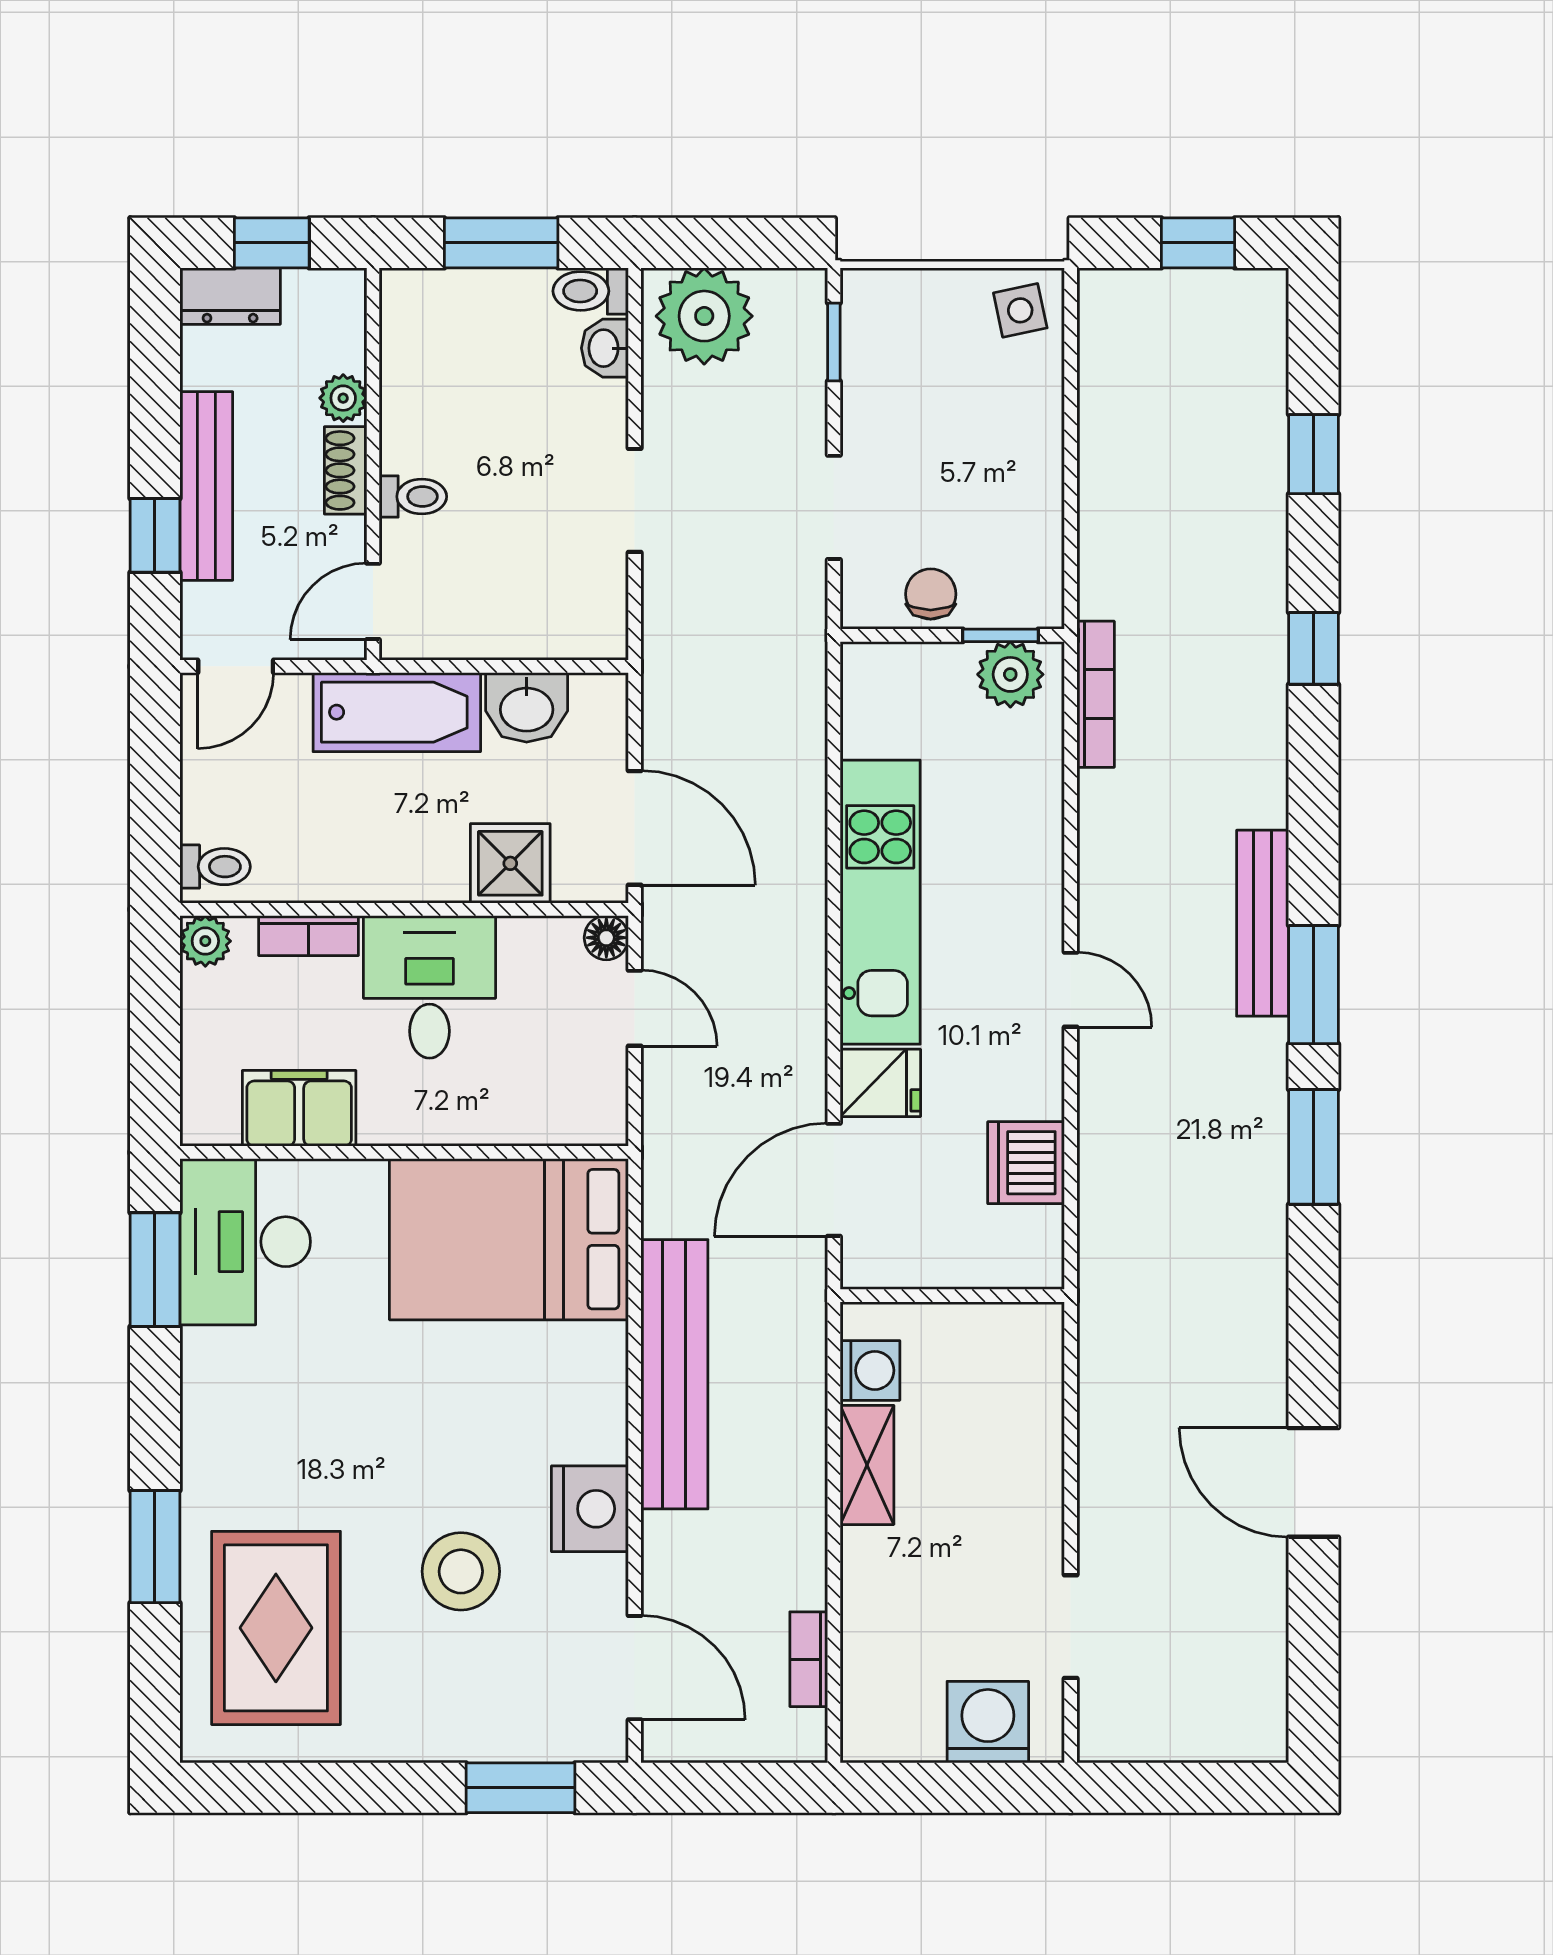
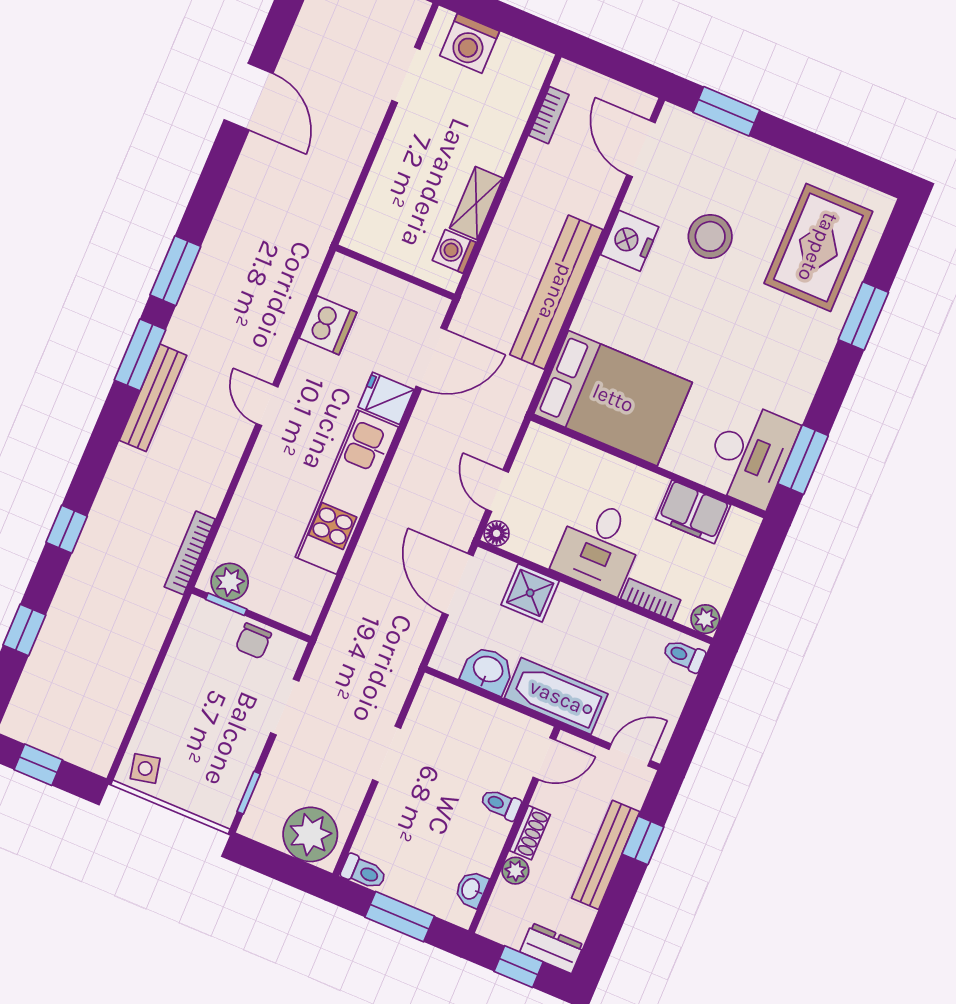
washbasin: (605, 348) -> (471, 889), moved, turned 180

